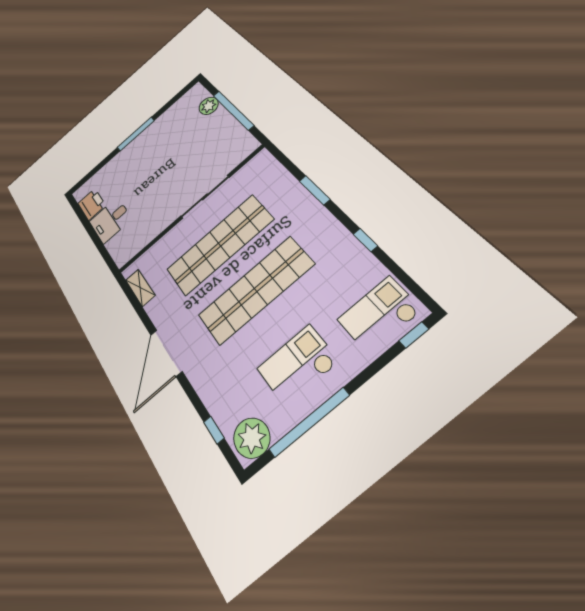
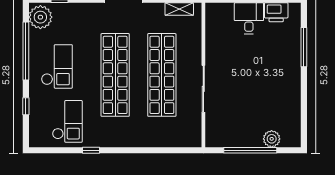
window: (136, 134) -> (304, 47), moved
window: (315, 190) -> (144, 150), removed
checkout: (379, 315) -> (67, 121), moved
window: (414, 335) -> (26, 106), moved

